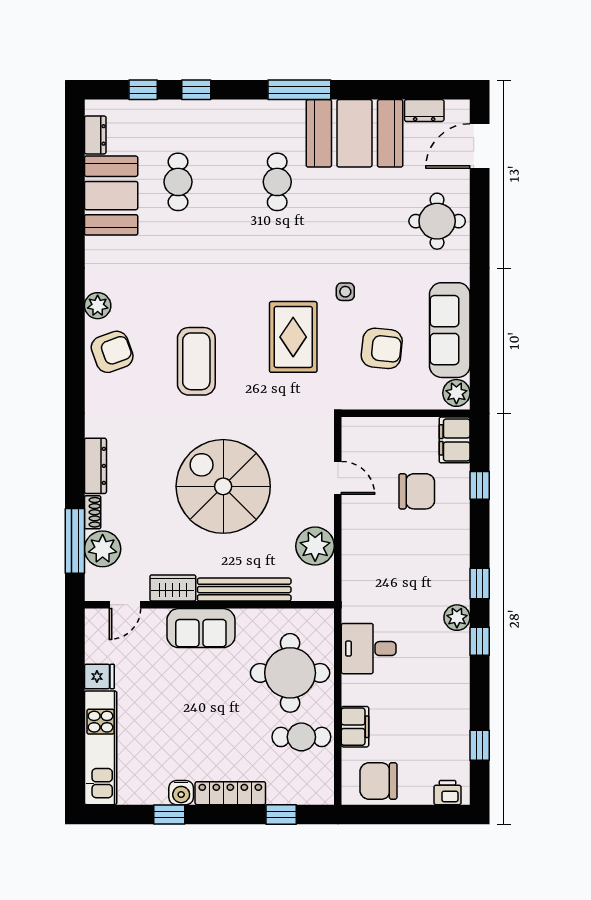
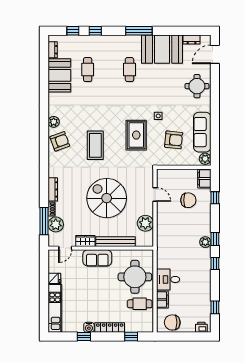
plant: (457, 618) -> (205, 242), moved
desk: (369, 649) -> (168, 279), moved

